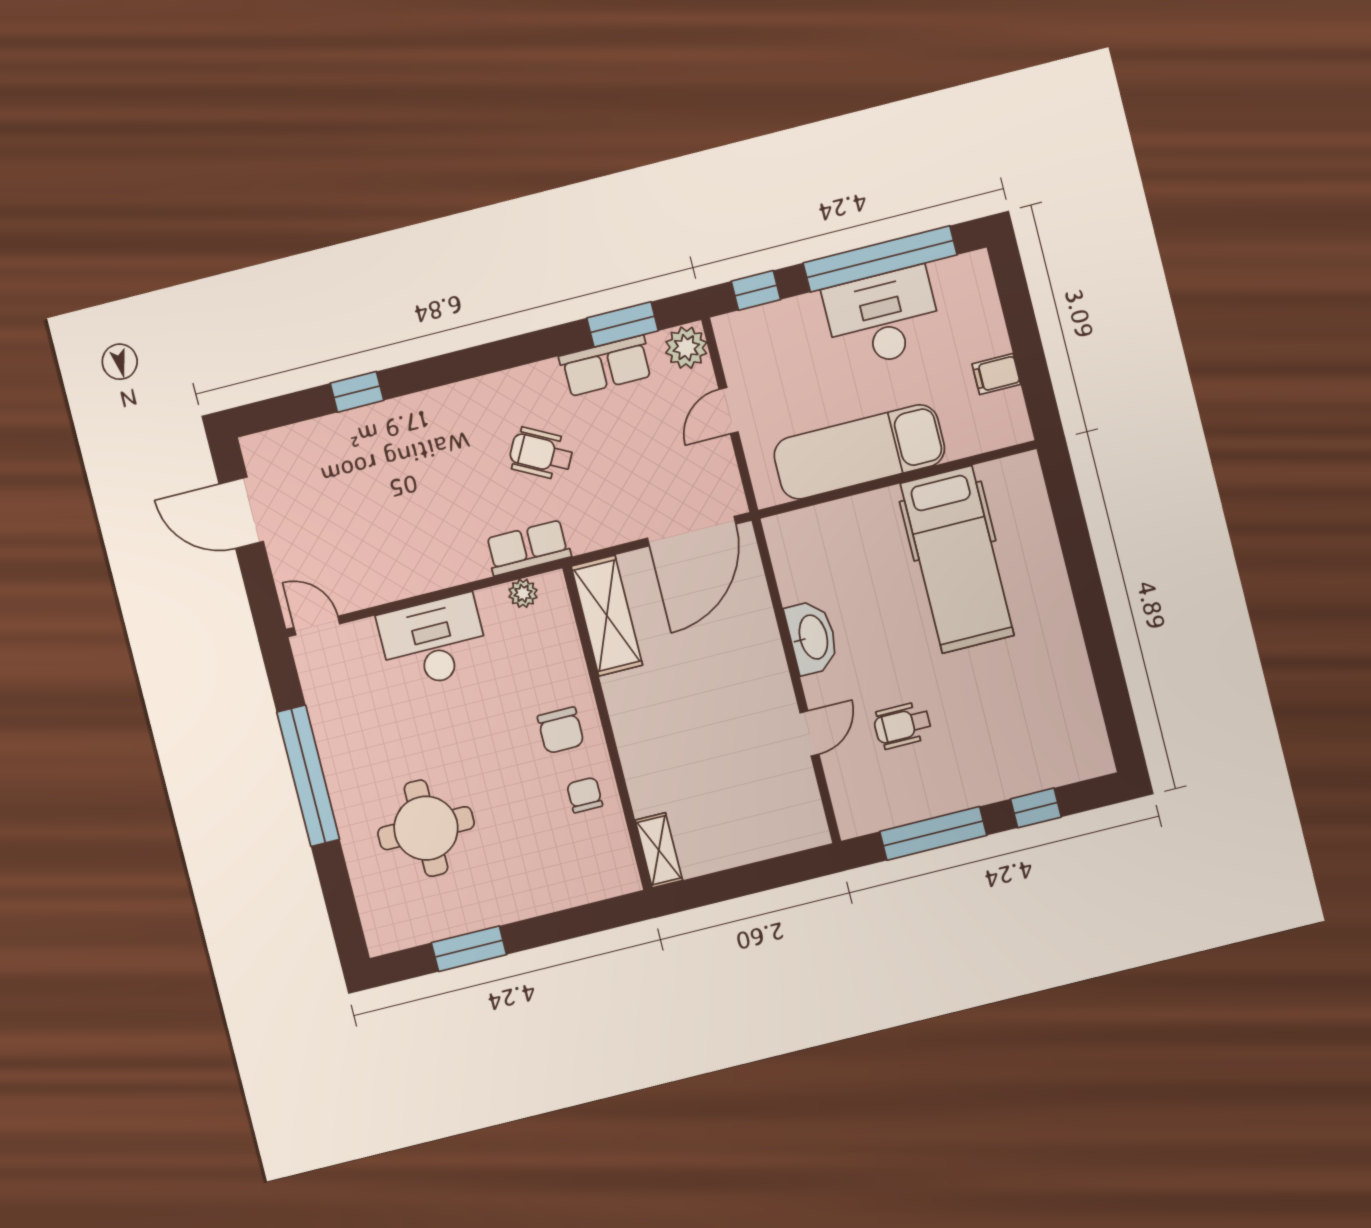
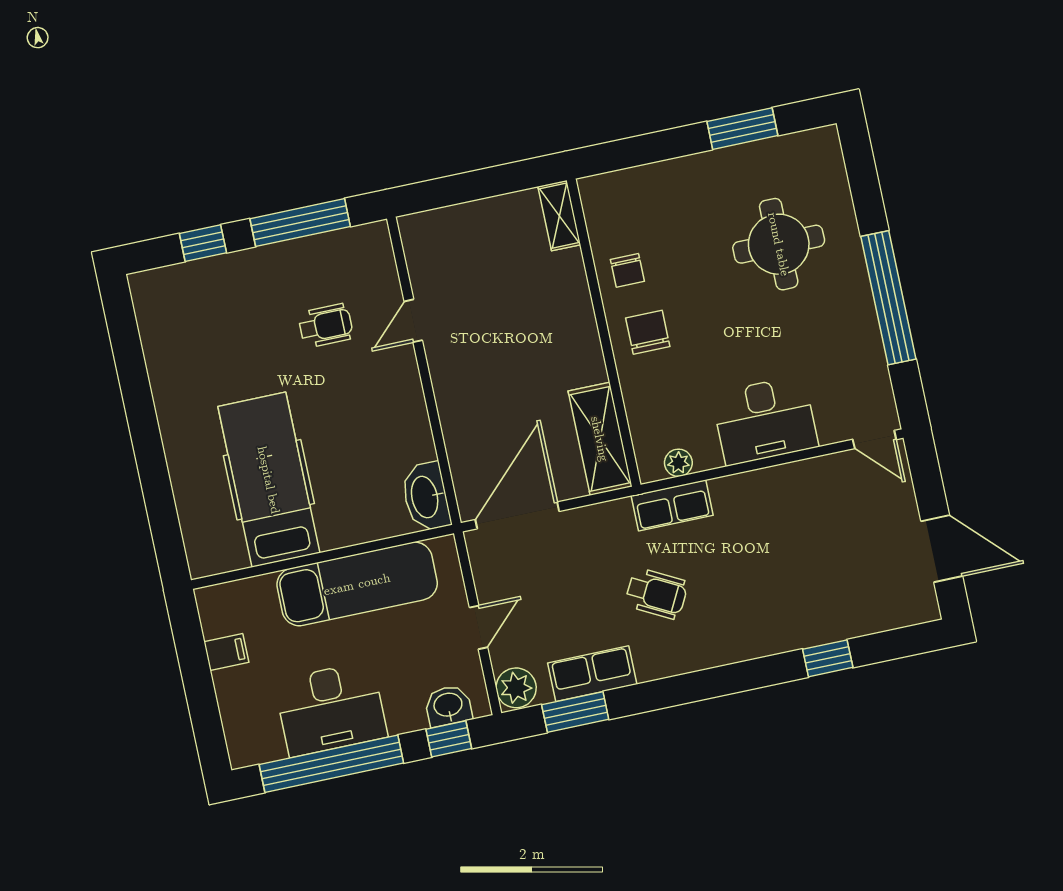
washbasin: (758, 326) -> (448, 706), added
washbasin: (812, 637) -> (426, 497), moved

